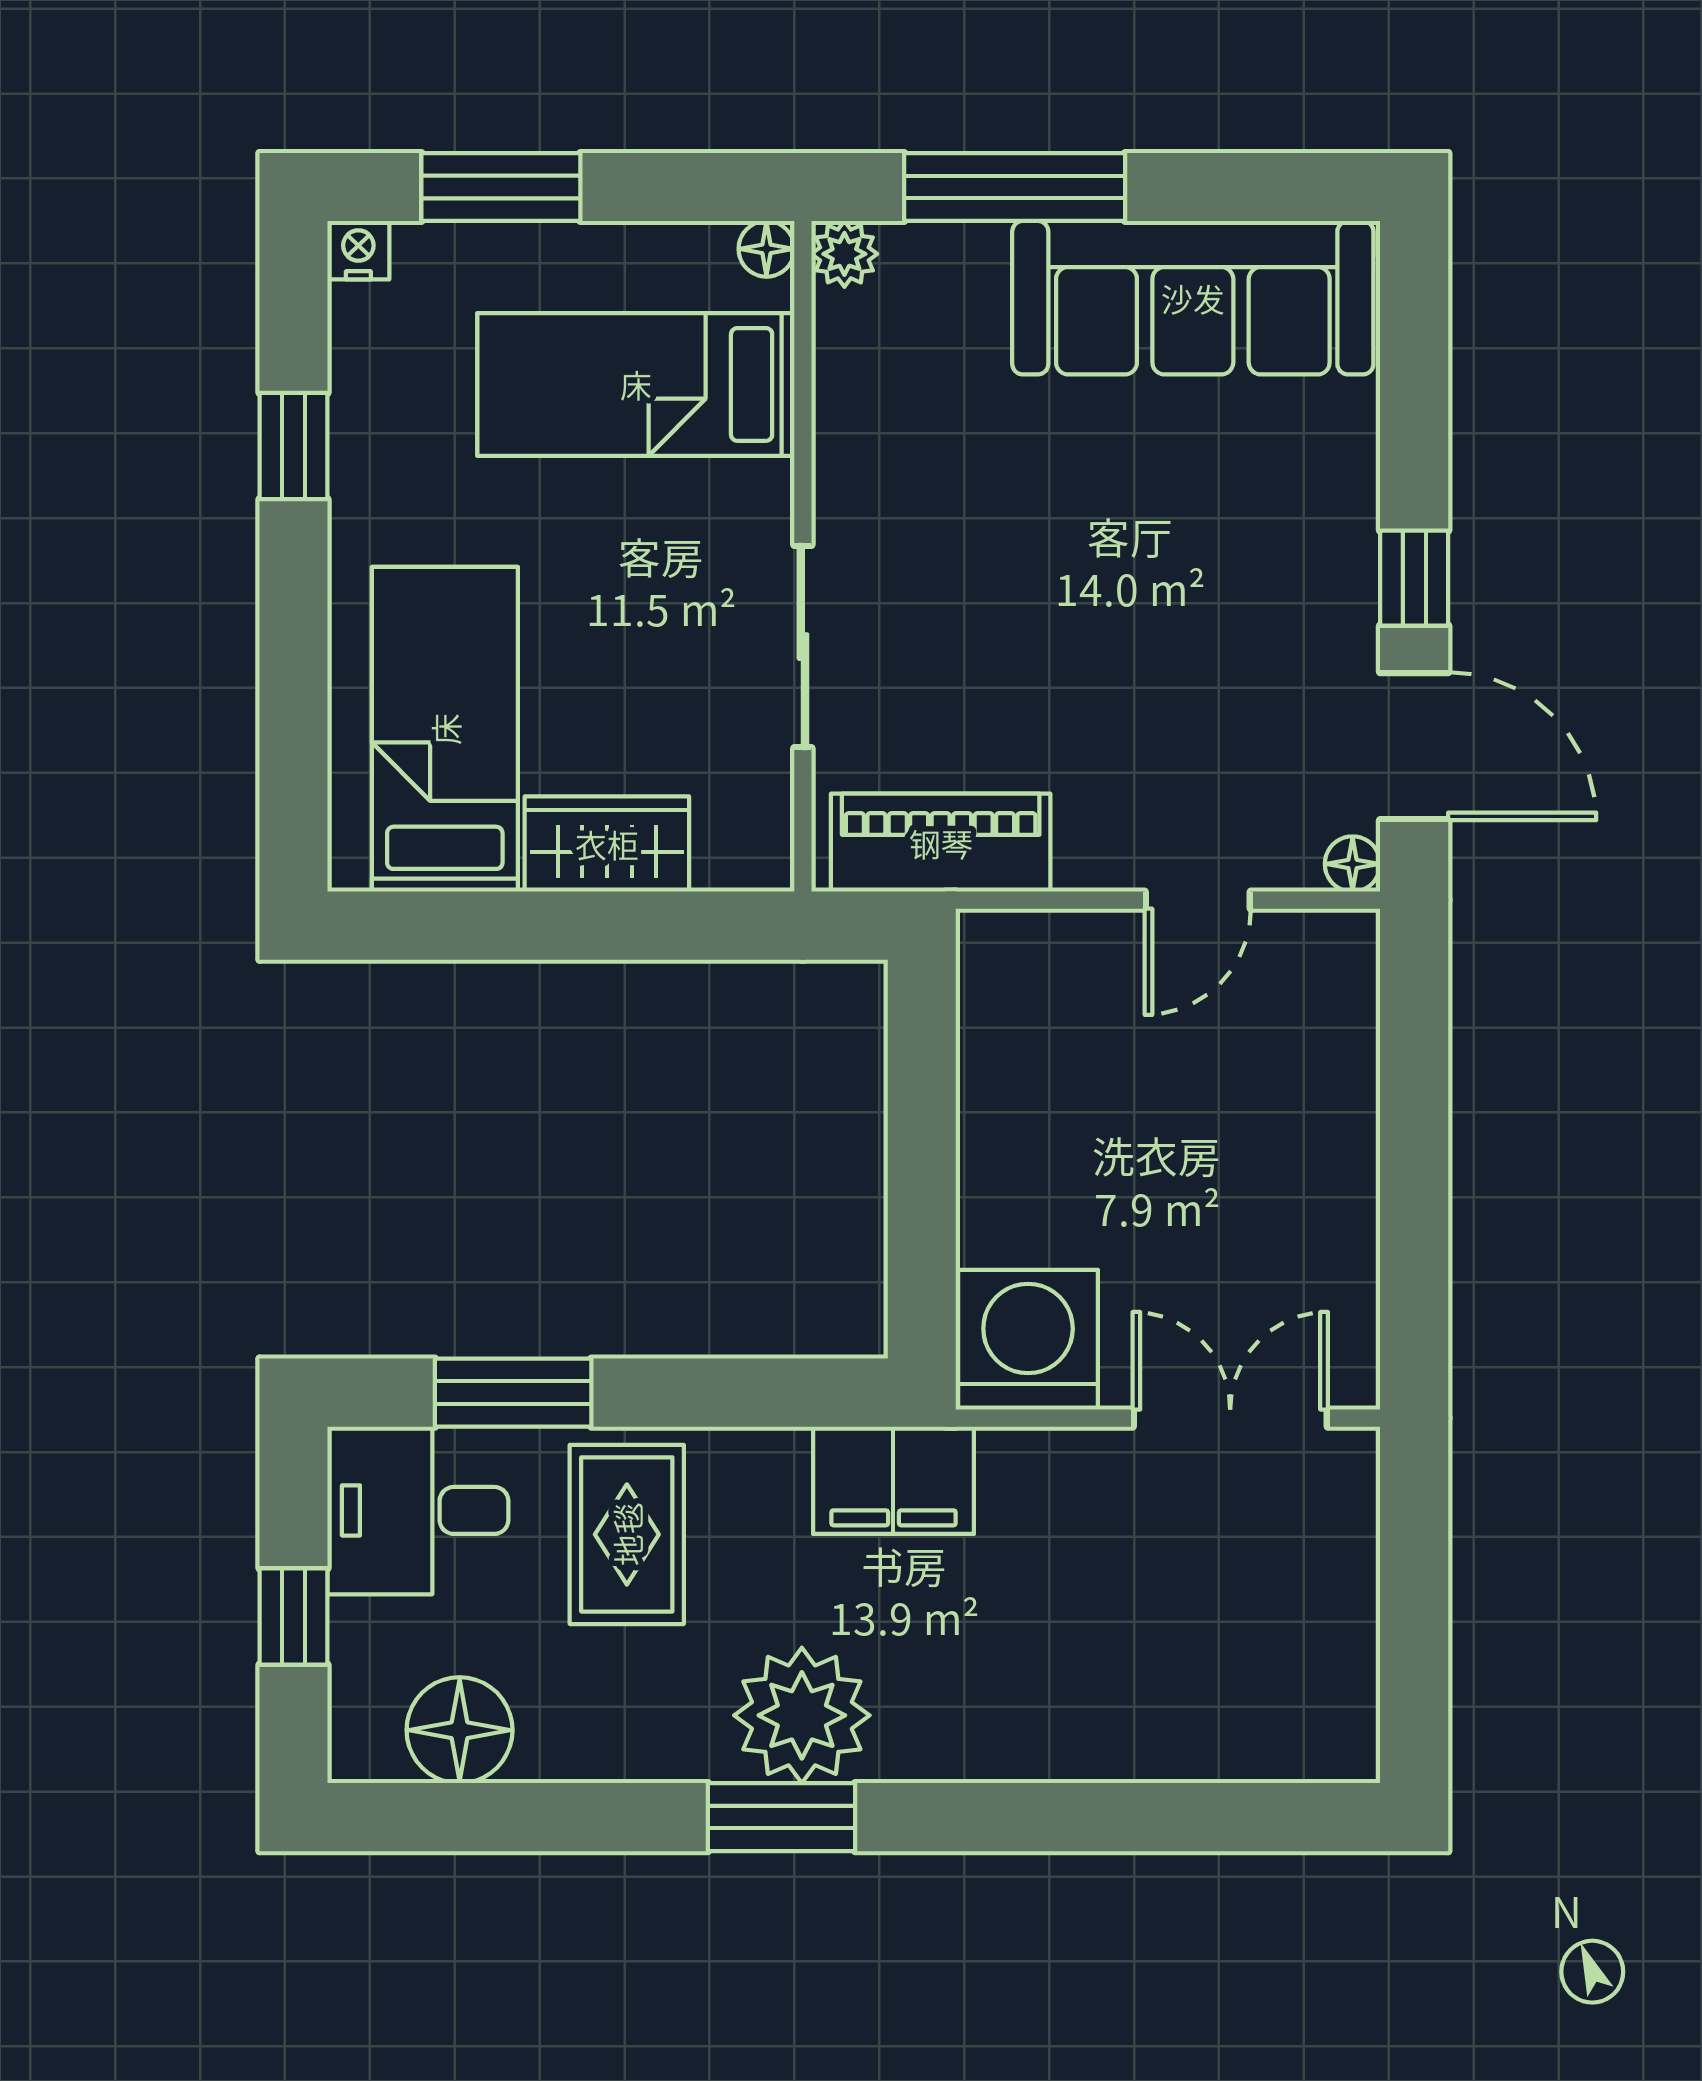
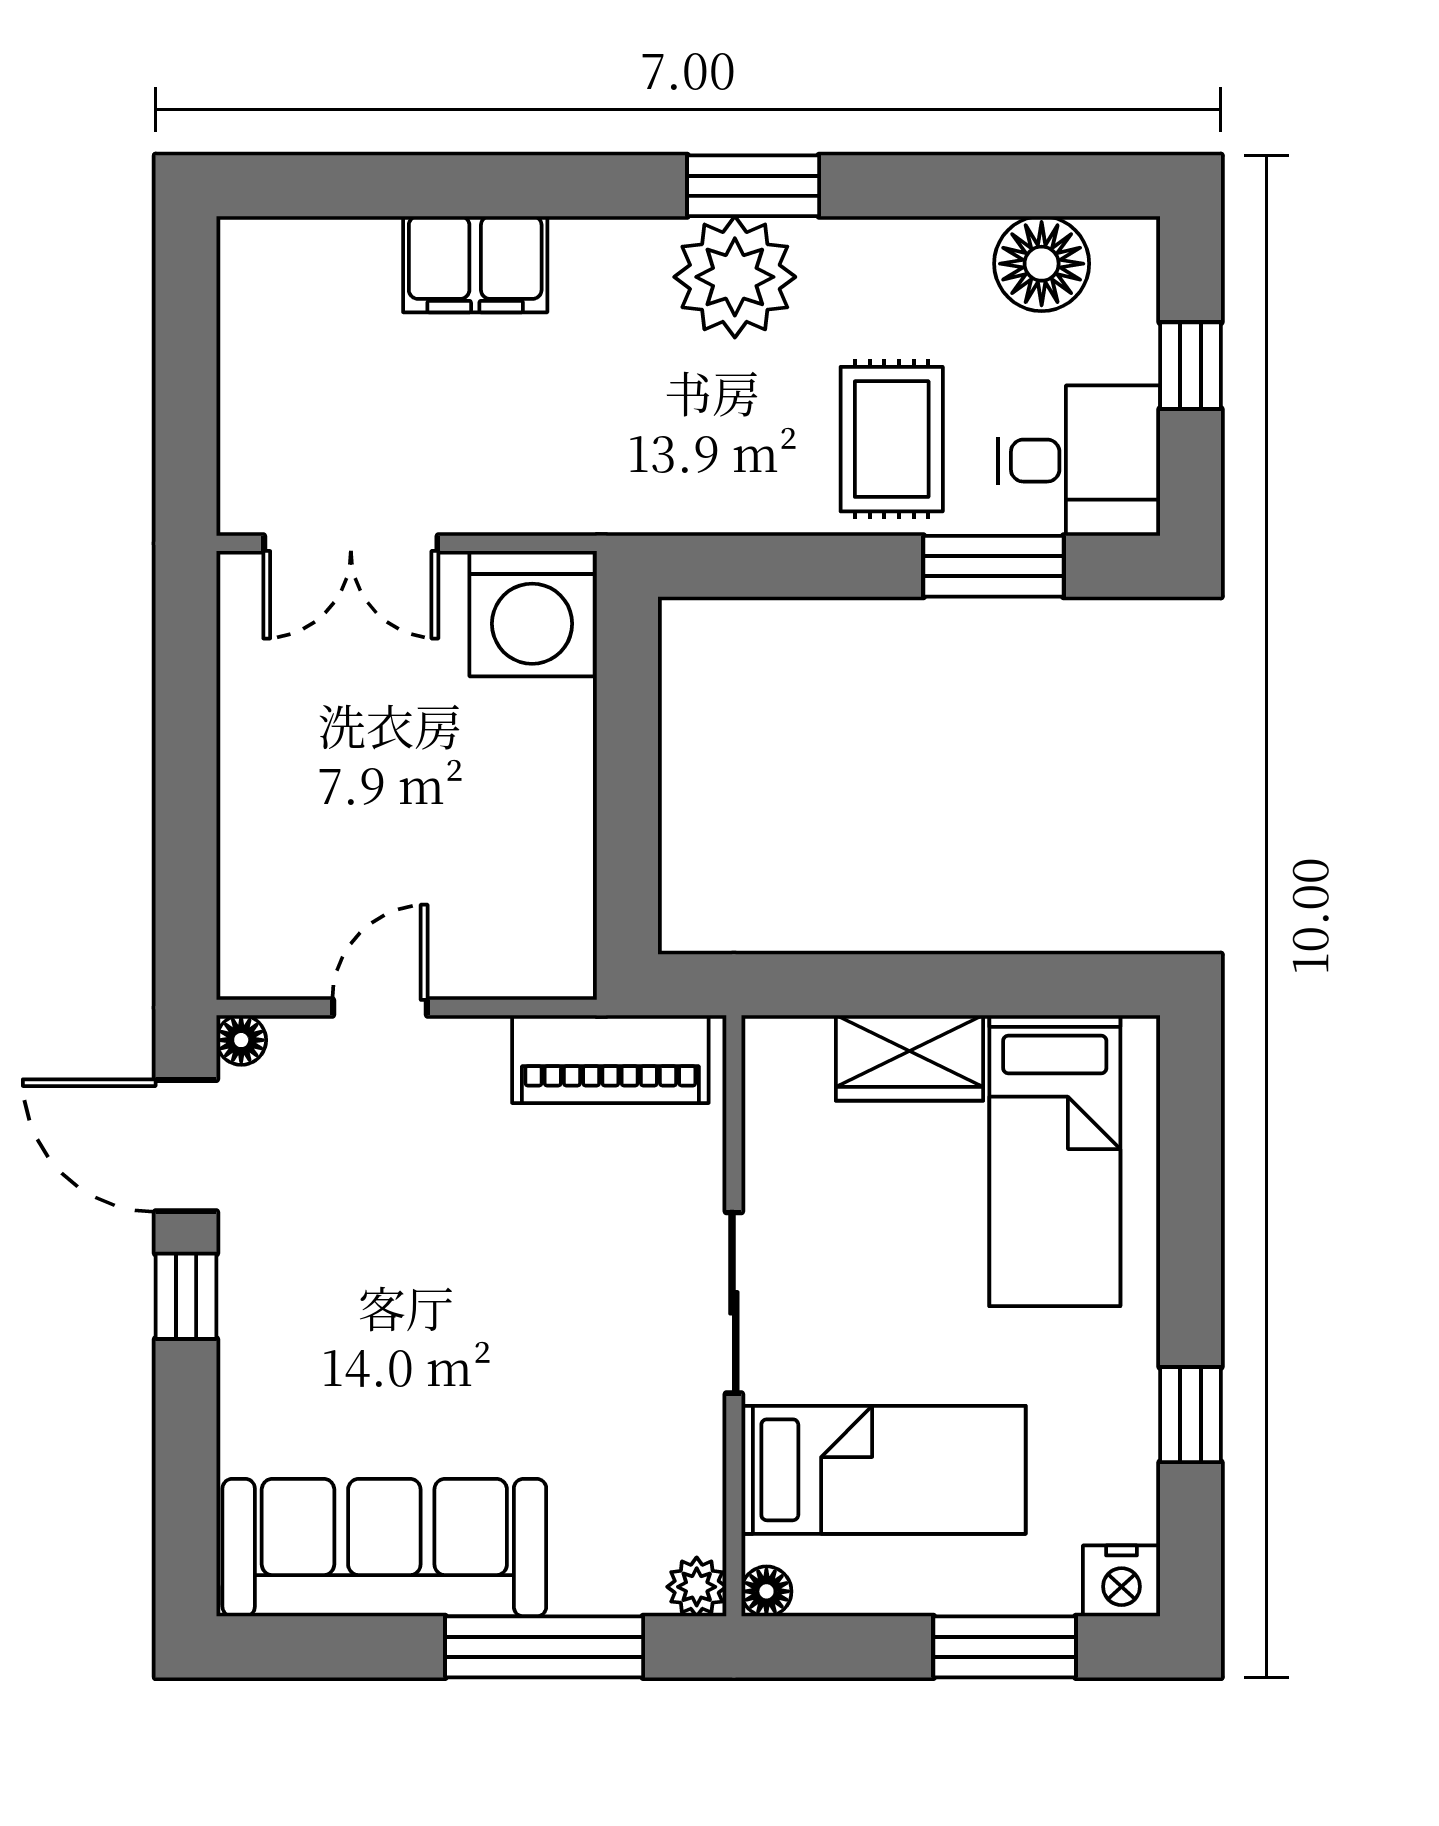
nightstand: (358, 250) -> (1121, 1581), width x1.39, depth x1.35
sliding door: (803, 647) -> (734, 1303), moved
filing cabinet: (893, 1480) -> (475, 264), moved, turned 180

